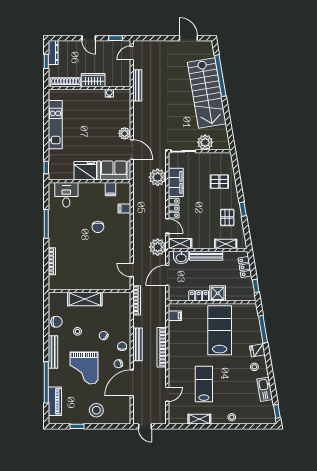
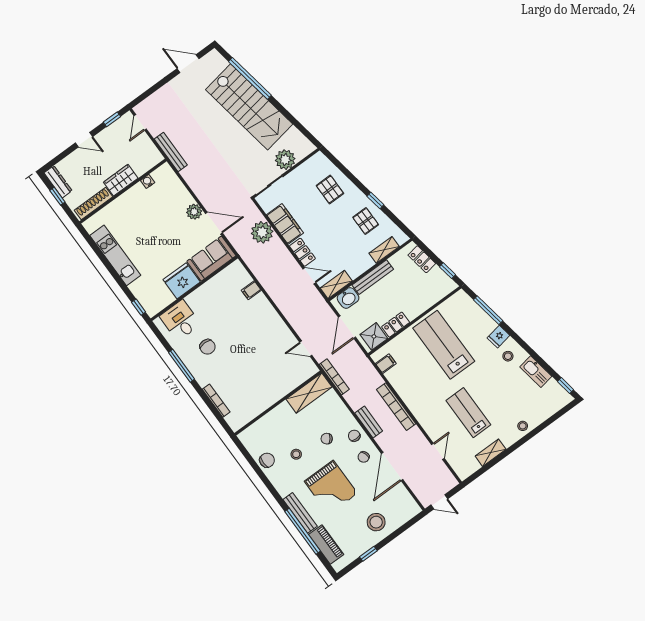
pallet: (219, 182) -> (330, 190), turned 90
filing cabinet: (111, 189) -> (222, 281), removed
chair: (98, 227) -> (207, 347), moved
plant: (158, 247) -> (315, 305), removed
shower: (218, 293) -> (374, 336), moved
shelving: (85, 299) -> (309, 393), moved
bench: (137, 344) -> (369, 422), width x0.73
bench: (53, 352) -> (300, 513), moved

